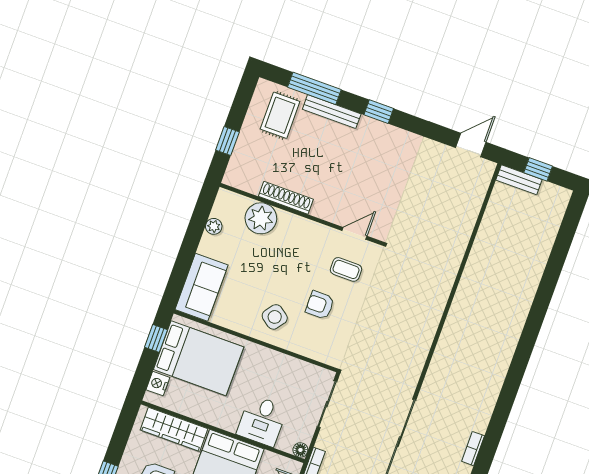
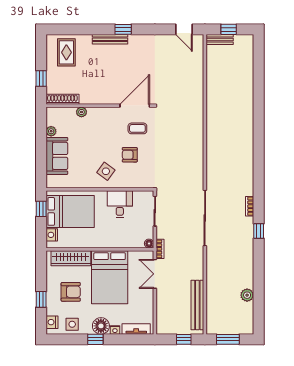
window: (314, 88) -> (81, 29), removed
bench: (332, 112) -> (110, 39), moved
door: (471, 145) -> (184, 29), swing flipped
shoe rack: (286, 198) -> (62, 99), moved
plant: (261, 218) -> (81, 112), width x0.53, depth x0.53
door: (354, 233) -> (135, 106), width x1.88
sofa: (202, 287) -> (57, 156), moved
desk: (262, 421) -> (120, 204), moved, turned 180

